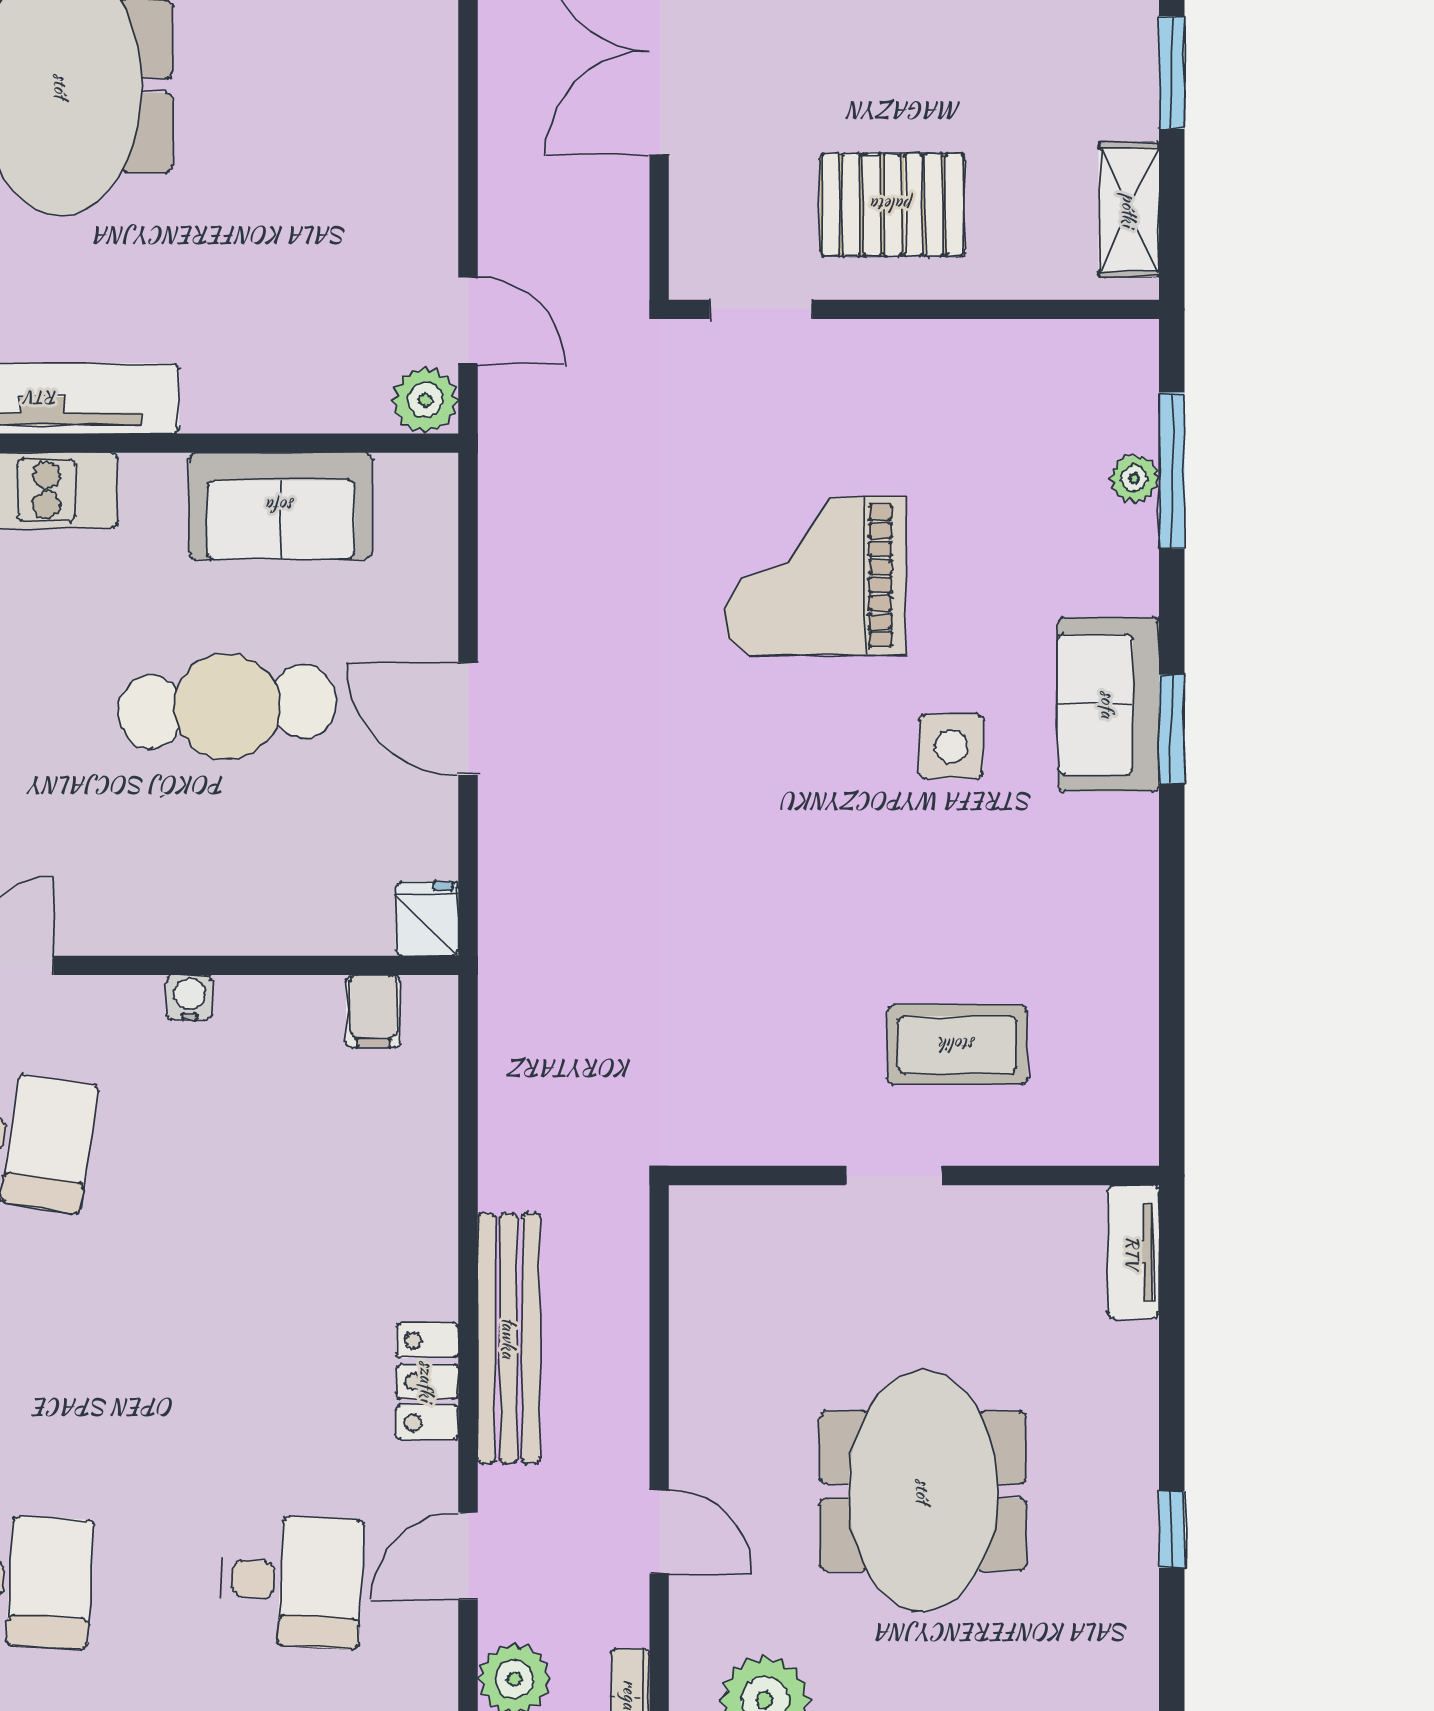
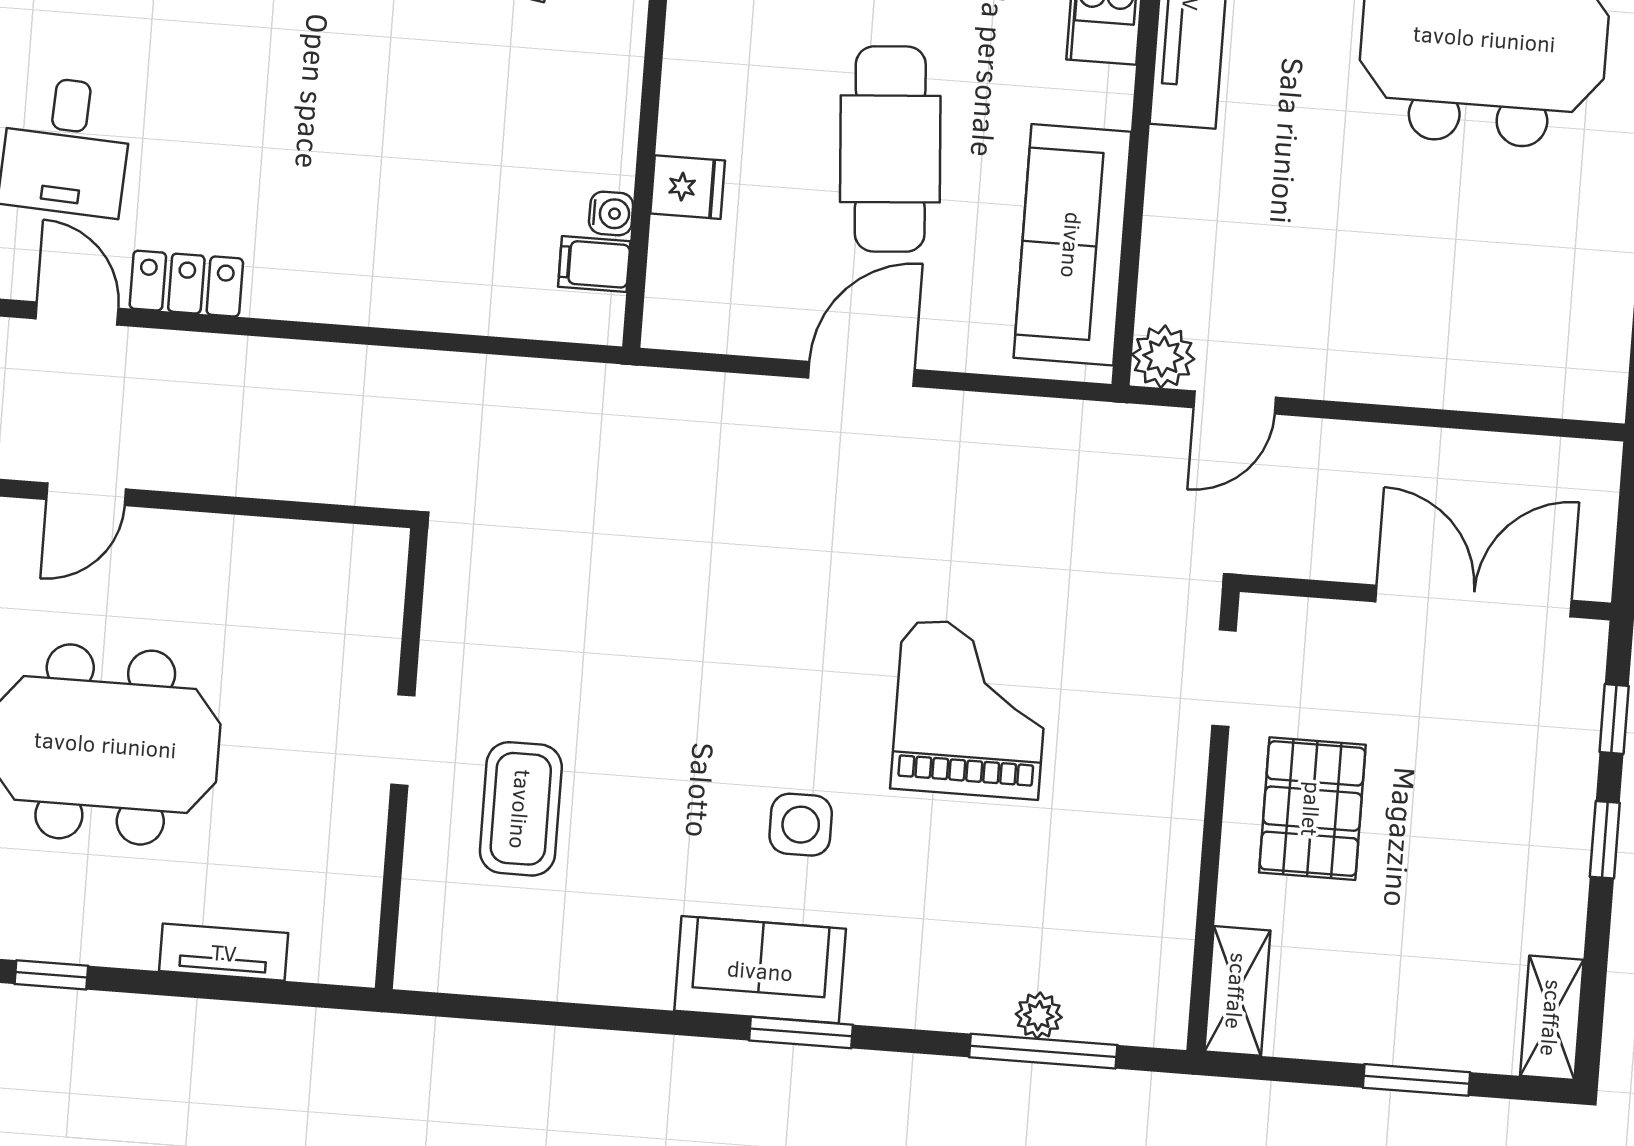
shelving: (1129, 210) -> (1237, 991), moved, turned 90
sofa: (281, 506) -> (1072, 245), width x1.36
sofa: (1108, 704) -> (760, 970), moved
fridge: (427, 918) -> (688, 187), moved
water cooler: (190, 998) -> (611, 213), moved
tv unit: (1133, 1252) -> (224, 952), moved
bench: (509, 1338) -> (278, 367), removed
locker: (427, 1381) -> (186, 284), moved

